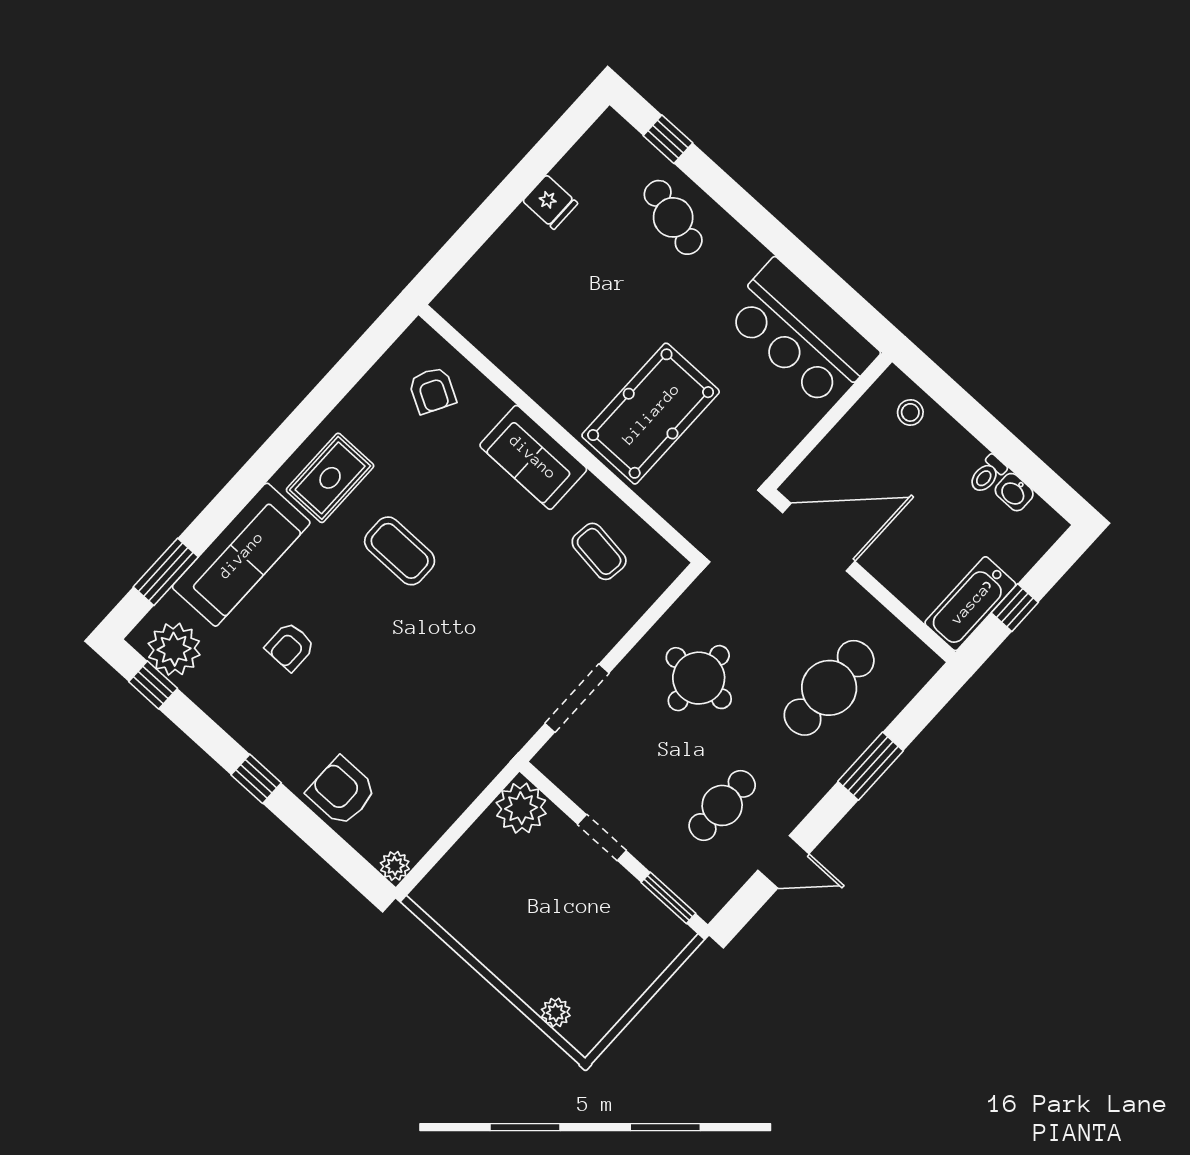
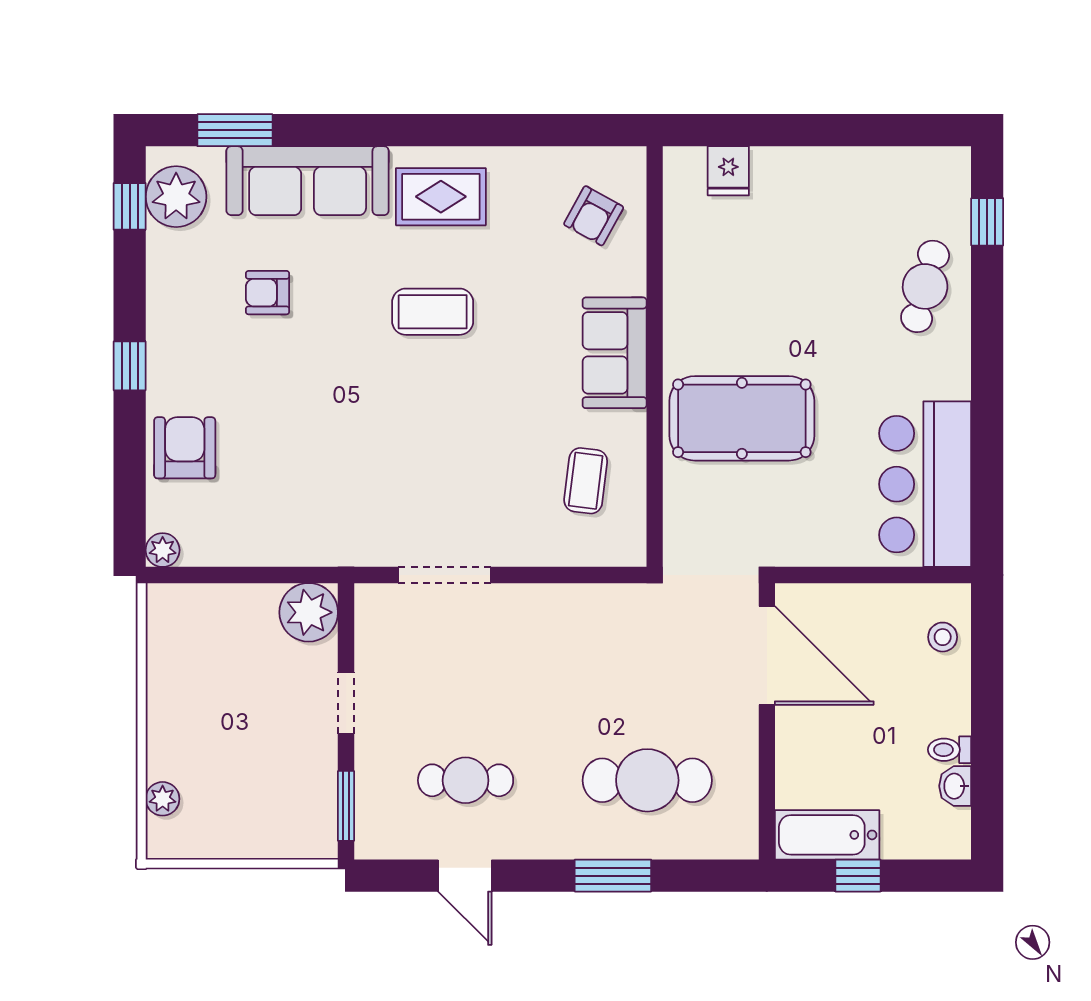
fridge: (550, 202) -> (728, 171), moved
coffee table: (400, 551) -> (433, 312), turned 90
round table: (699, 678) -> (555, 662), removed

